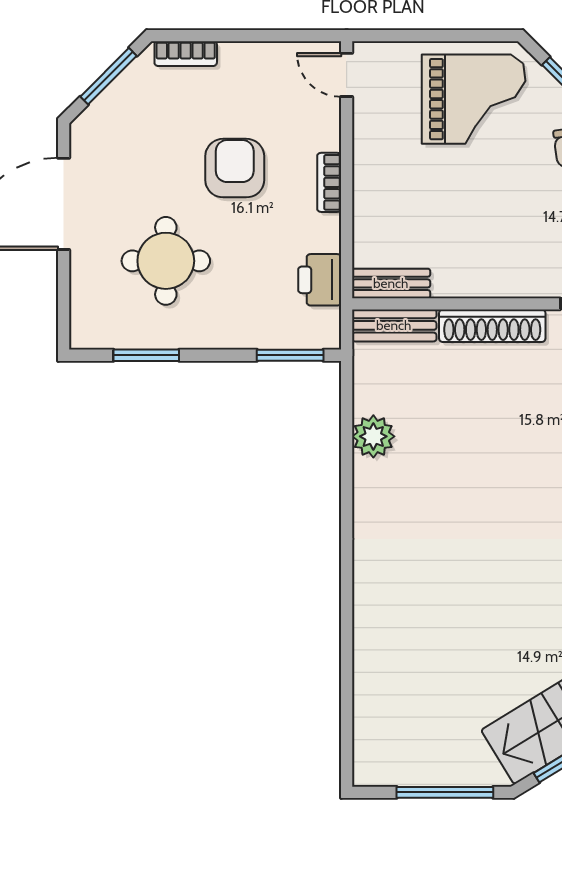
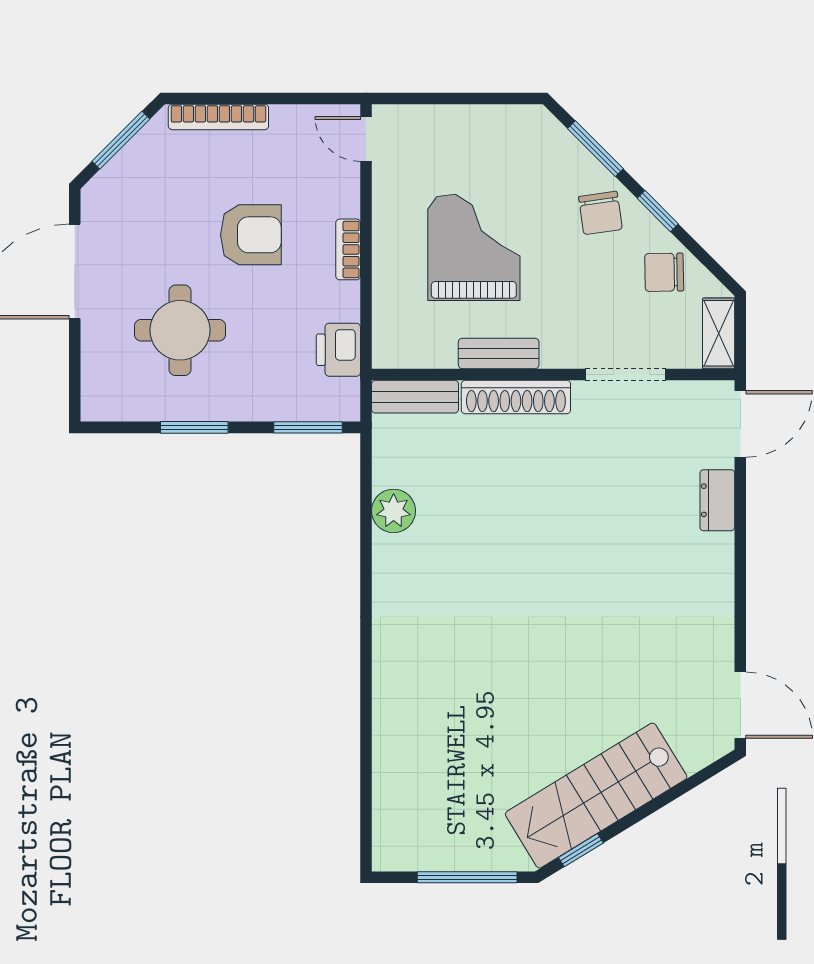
bookcase: (186, 54) -> (218, 117), width x1.56
grand piano: (474, 99) -> (474, 247), moved, turned -90
armchair: (235, 168) -> (251, 235), turned 90
bench: (391, 283) -> (499, 353), moved
window: (146, 355) -> (194, 427), moved

